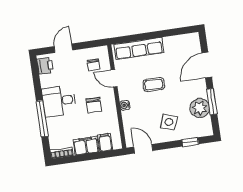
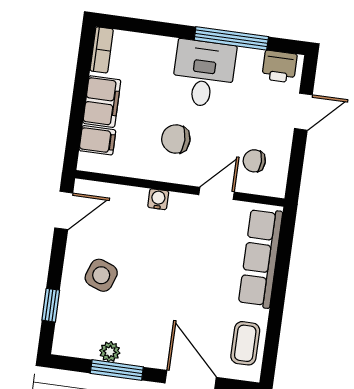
door: (63, 48) -> (303, 112), hinge flipped
coffee table: (154, 85) -> (245, 343), moved
plant: (200, 108) -> (110, 352), width x0.53, depth x0.53
window: (42, 119) -> (231, 38), moved

